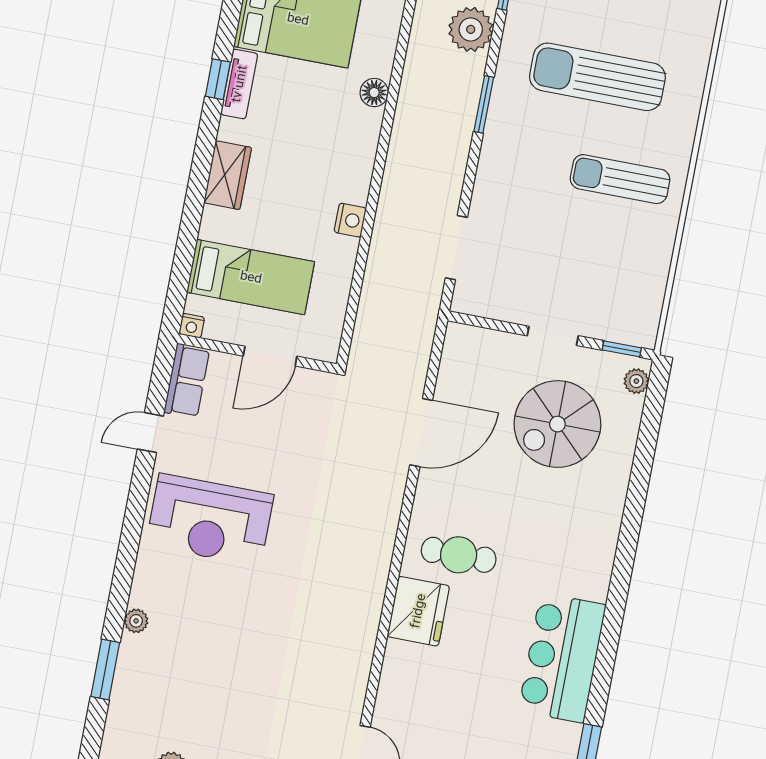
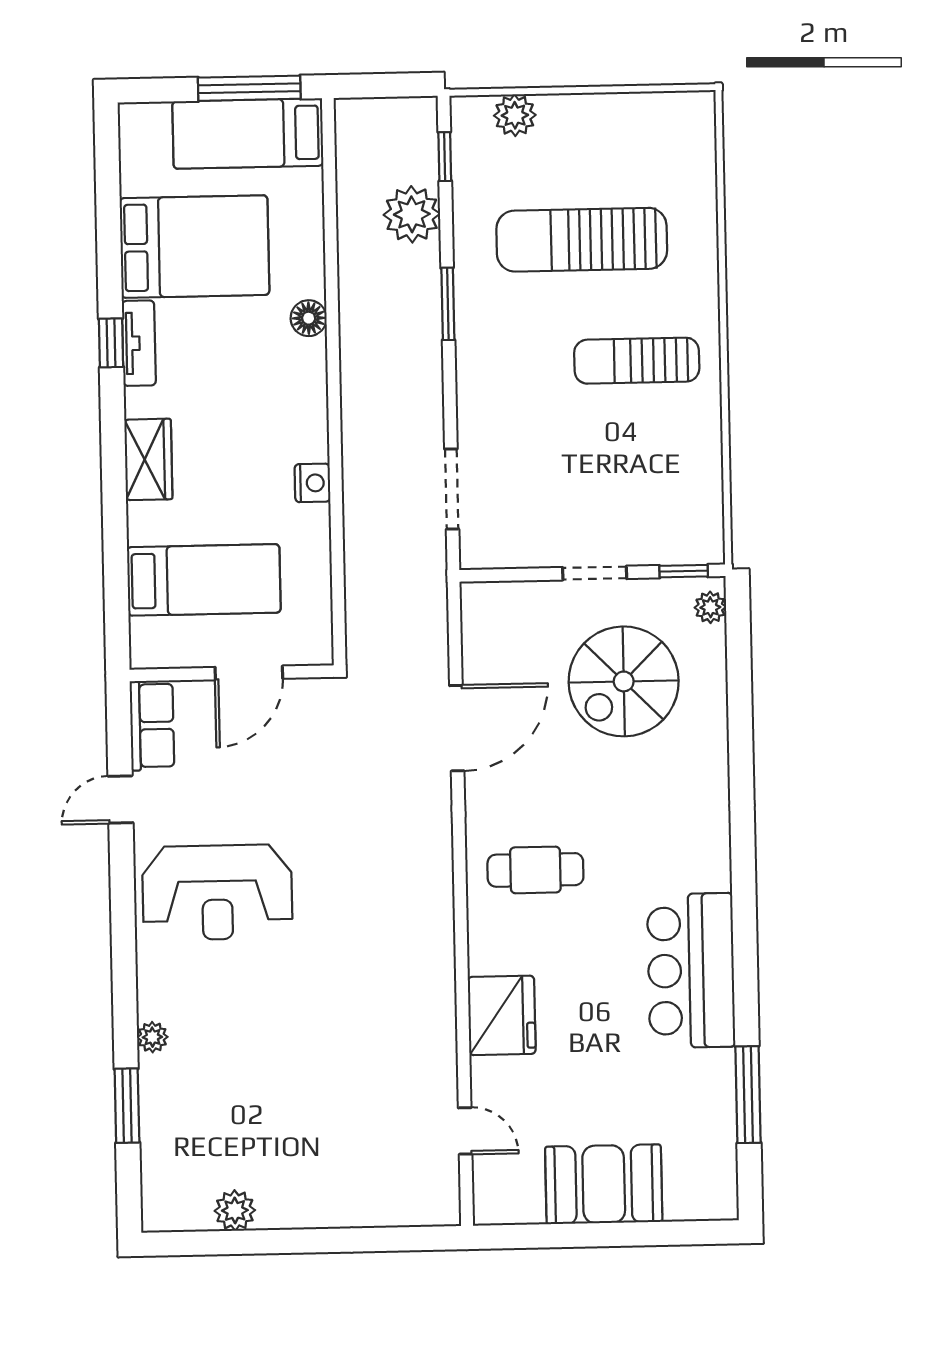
nightstand: (192, 326) -> (143, 656), removed
fridge: (418, 611) -> (502, 1015), moved

